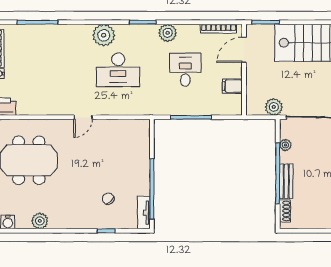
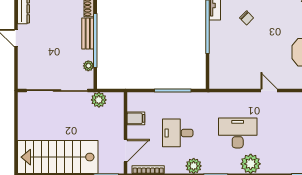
desk: (185, 70) -> (178, 133), turned 90
door: (83, 117) -> (269, 91), hinge flipped

